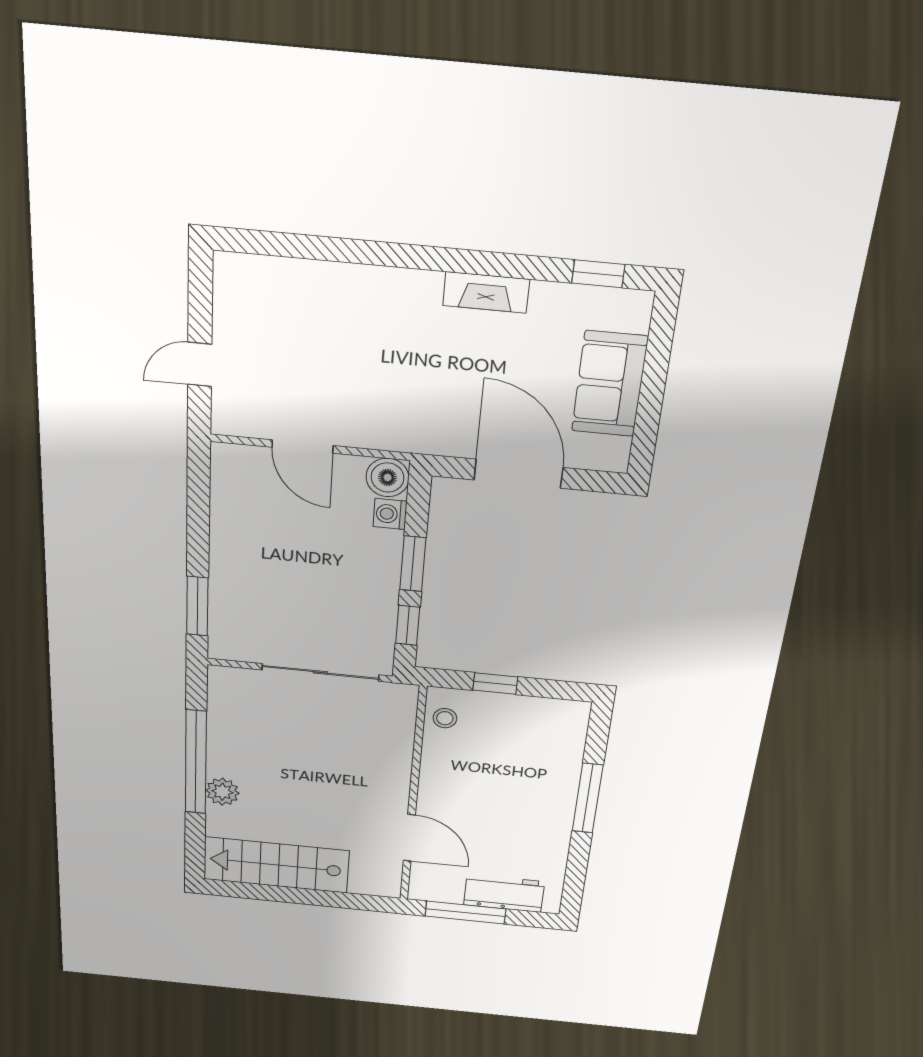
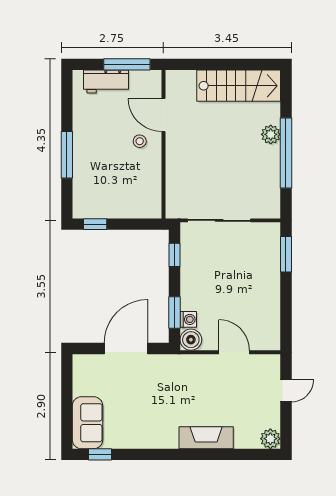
plant: (234, 272) -> (270, 439), added
fireplace: (486, 292) -> (206, 438), moved, width x1.37, depth x1.32
sofa: (610, 384) -> (88, 423), moved
door: (518, 474) -> (126, 349), swing flipped
window: (413, 564) -> (175, 313), moved
window: (495, 684) -> (95, 224), moved
stool: (445, 718) -> (140, 141), moved

